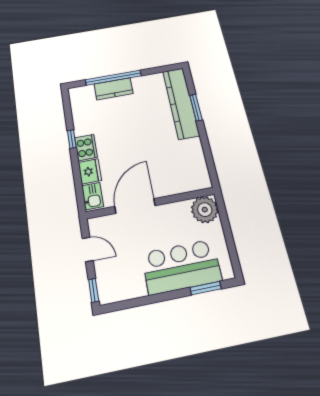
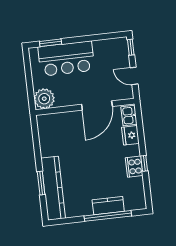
cooker: (86, 148) -> (134, 167), moved

